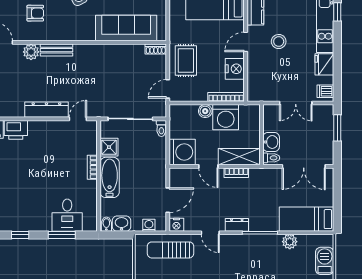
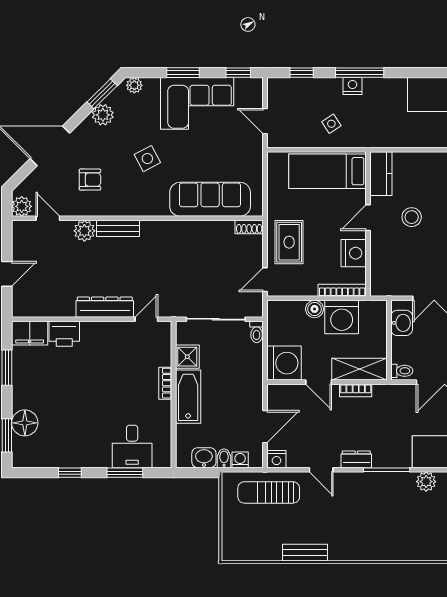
washbasin: (271, 142) -> (402, 323), moved
bidet: (106, 224) -> (224, 458), moved

